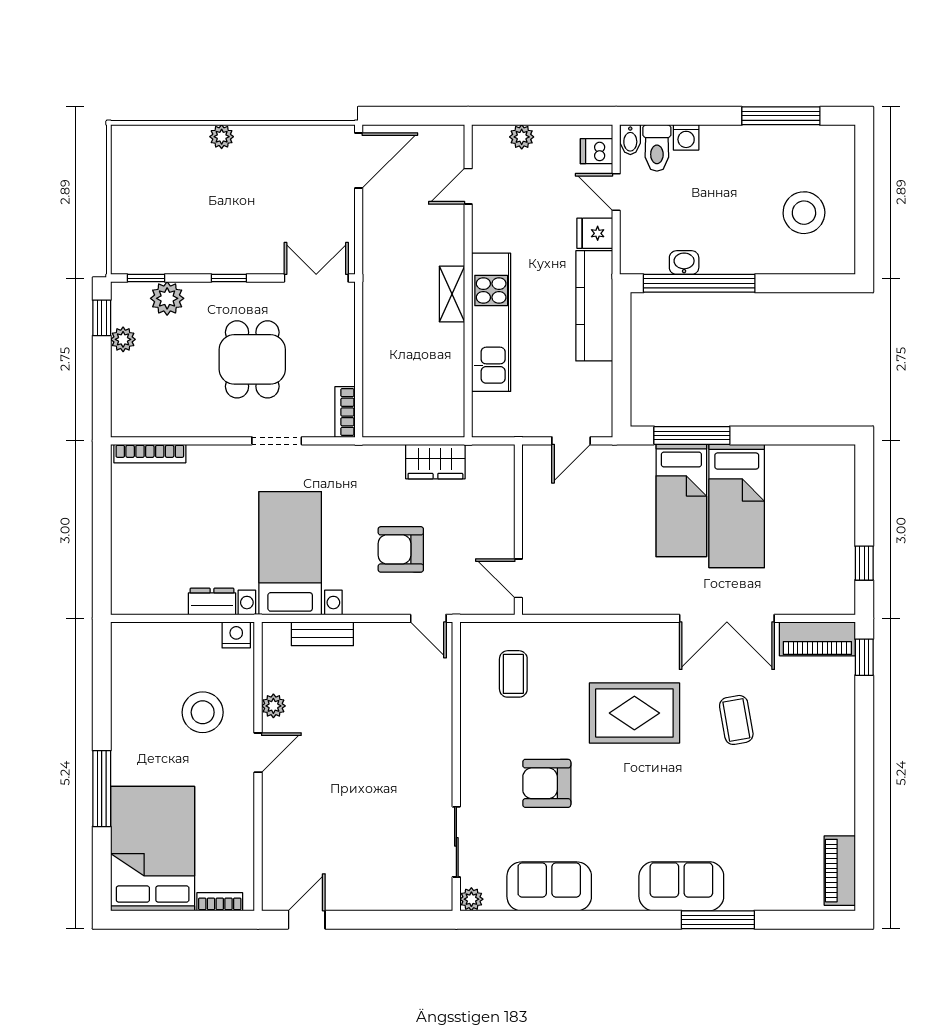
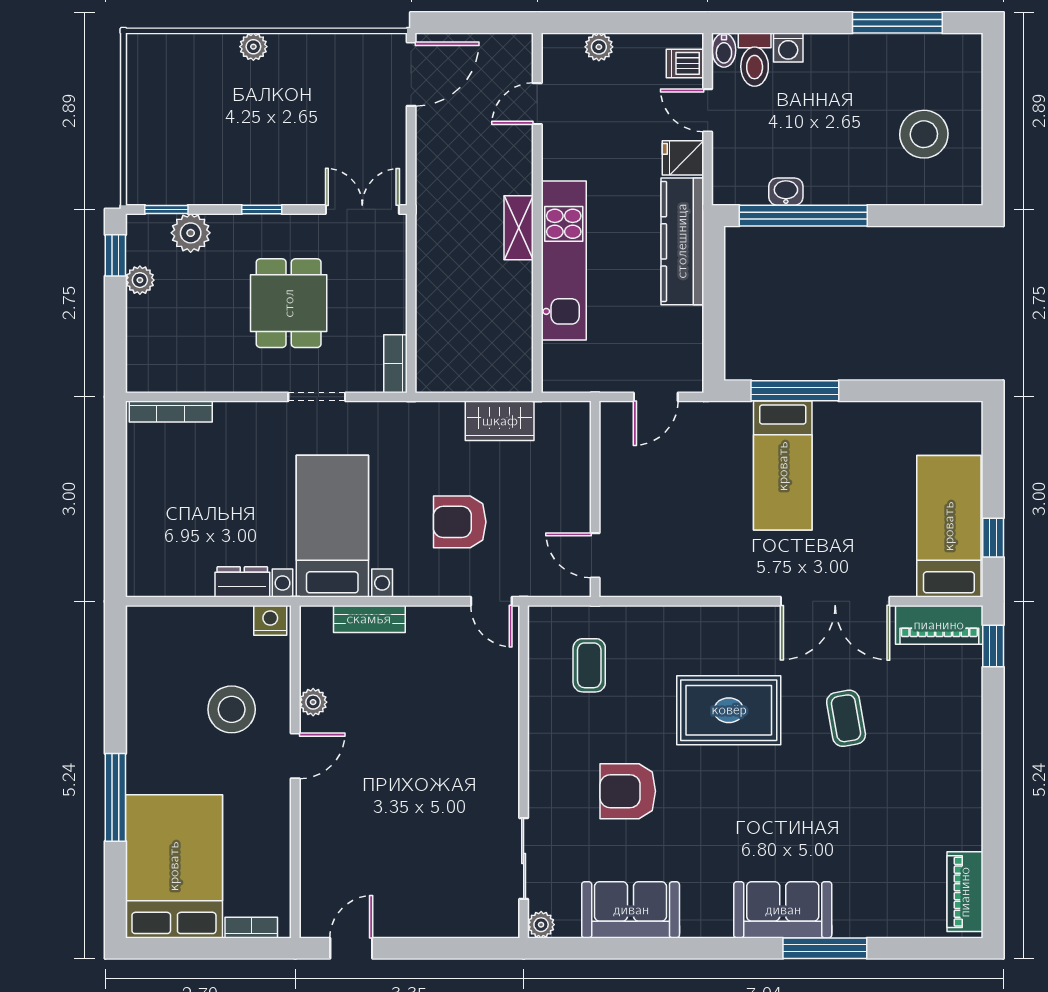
bed: (737, 506) -> (949, 526), moved, turned 180

